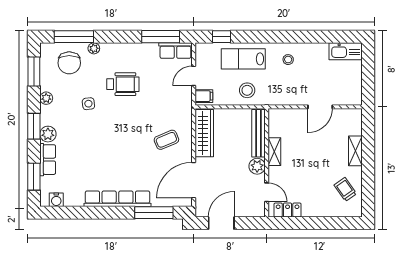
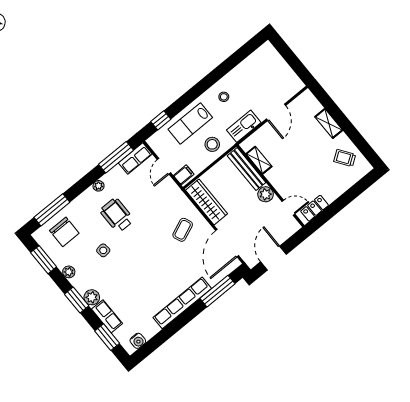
plant: (94, 48) -> (99, 186), moved
kitchen sink: (346, 51) -> (244, 126), moved, turned 180
wheelchair: (123, 84) -> (117, 215), turned -90
shelving: (274, 152) -> (259, 160), moved

